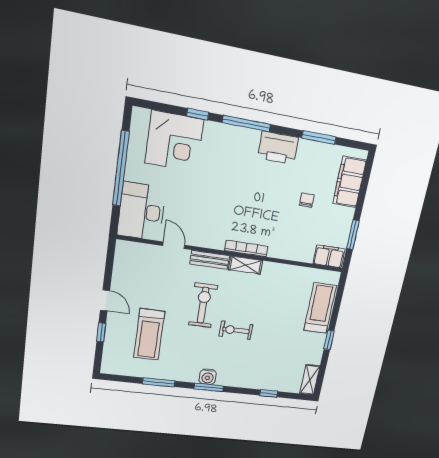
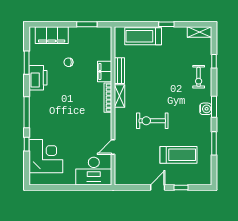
printer: (278, 148) -> (38, 78), moved
window: (121, 169) -> (69, 187), removed
filing cabinet: (329, 256) -> (105, 71), moved
bench: (210, 260) -> (119, 71), moved
exercise bike: (236, 330) -> (199, 77), moved

